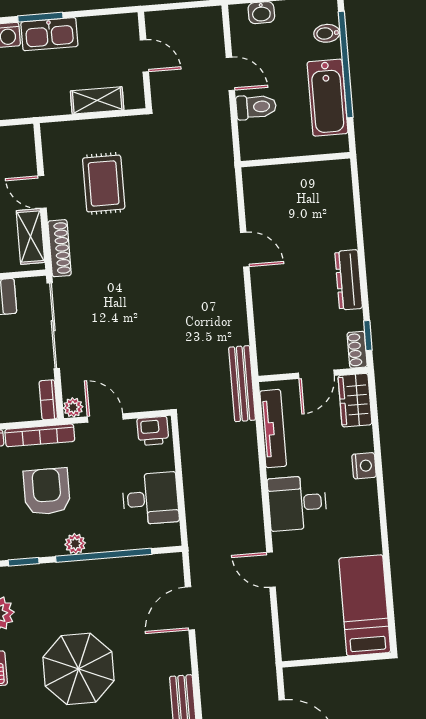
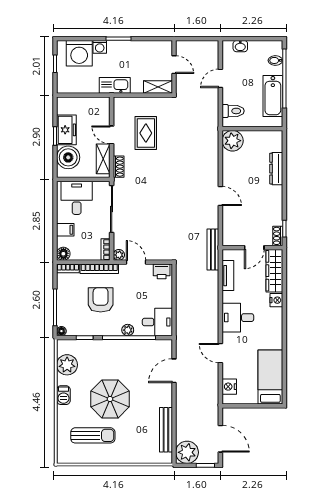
kitchen sink: (49, 34) -> (115, 85), moved, turned 180
door: (230, 74) -> (220, 78), swing flipped
shelving: (97, 100) -> (158, 87), moved
toilet: (256, 107) -> (233, 111), moved
plant: (262, 185) -> (233, 141), added
shoe rack: (60, 248) -> (119, 167), width x0.70
door: (245, 250) -> (220, 196), moved
dresser: (349, 280) -> (276, 169), moved
wardrobe: (355, 400) -> (274, 271), width x1.50
tv unit: (273, 429) -> (228, 276), width x0.71
desk: (151, 499) -> (157, 322), moved
plant: (75, 544) -> (128, 330), moved
nightstand: (292, 629) -> (229, 387), added

